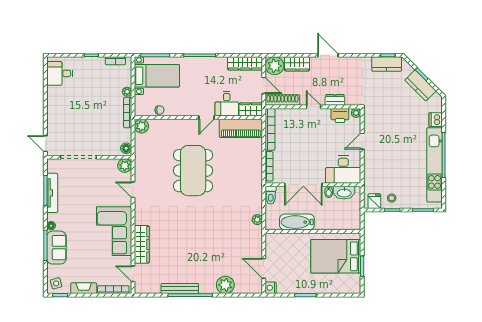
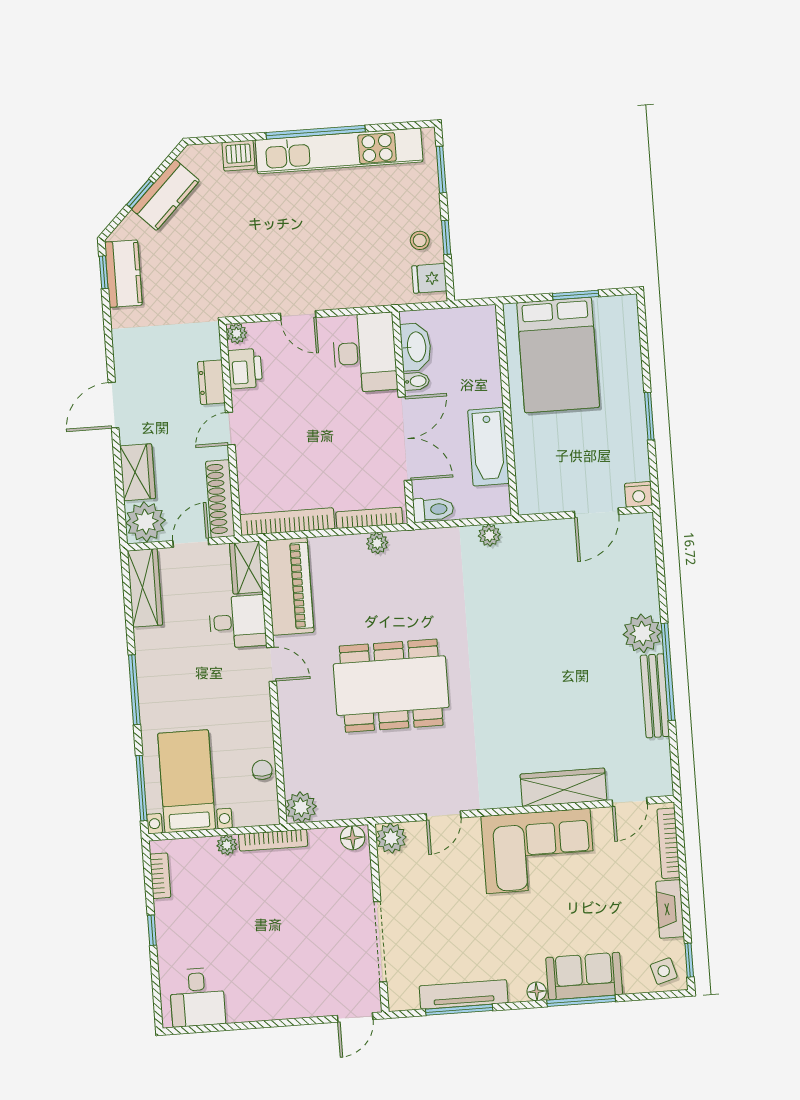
plant: (257, 169) -> (377, 543), added
plant: (225, 285) -> (642, 633), moved

